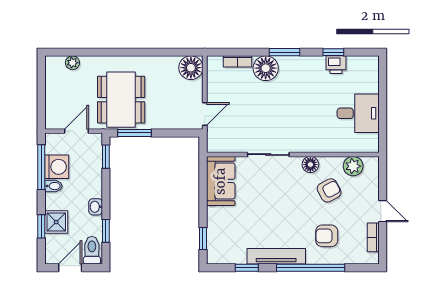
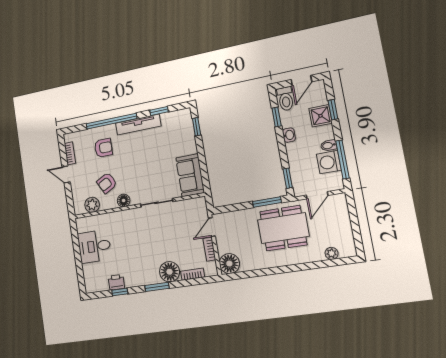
bookcase: (212, 88) -> (209, 249), added
dining table: (121, 100) -> (283, 228), turned 90

